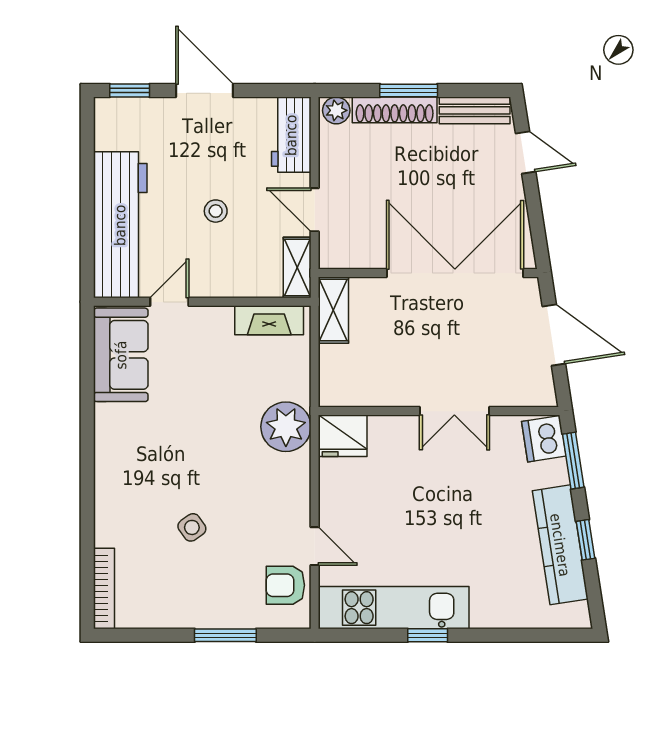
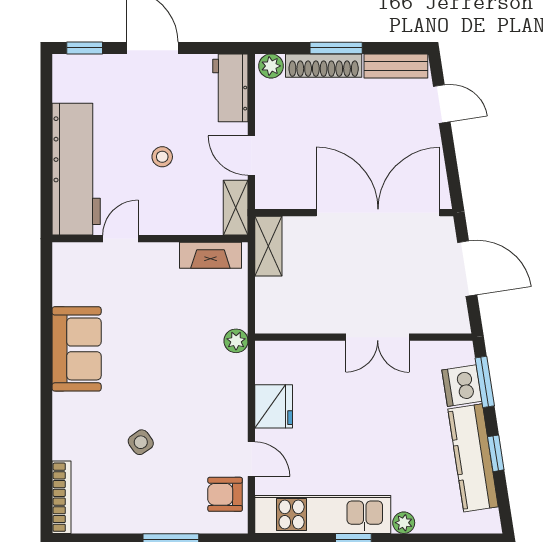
sofa: (121, 355) -> (77, 349), moved
plant: (286, 427) -> (236, 341), width x0.53, depth x0.53
fridge: (343, 436) -> (274, 406), moved, turned -90
dishwasher: (544, 439) -> (462, 386), moved
plant: (483, 617) -> (404, 523), added

